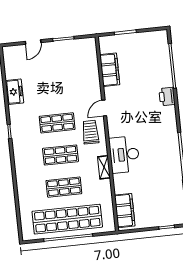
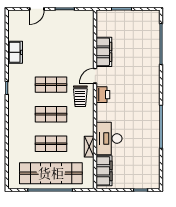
filing cabinet: (110, 70) -> (104, 52), moved
printer: (167, 96) -> (103, 95), moved, turned 180
trolley: (90, 132) -> (80, 96), turned 180
desk: (124, 155) -> (109, 139), moved
shelving: (104, 167) -> (89, 147), moved

